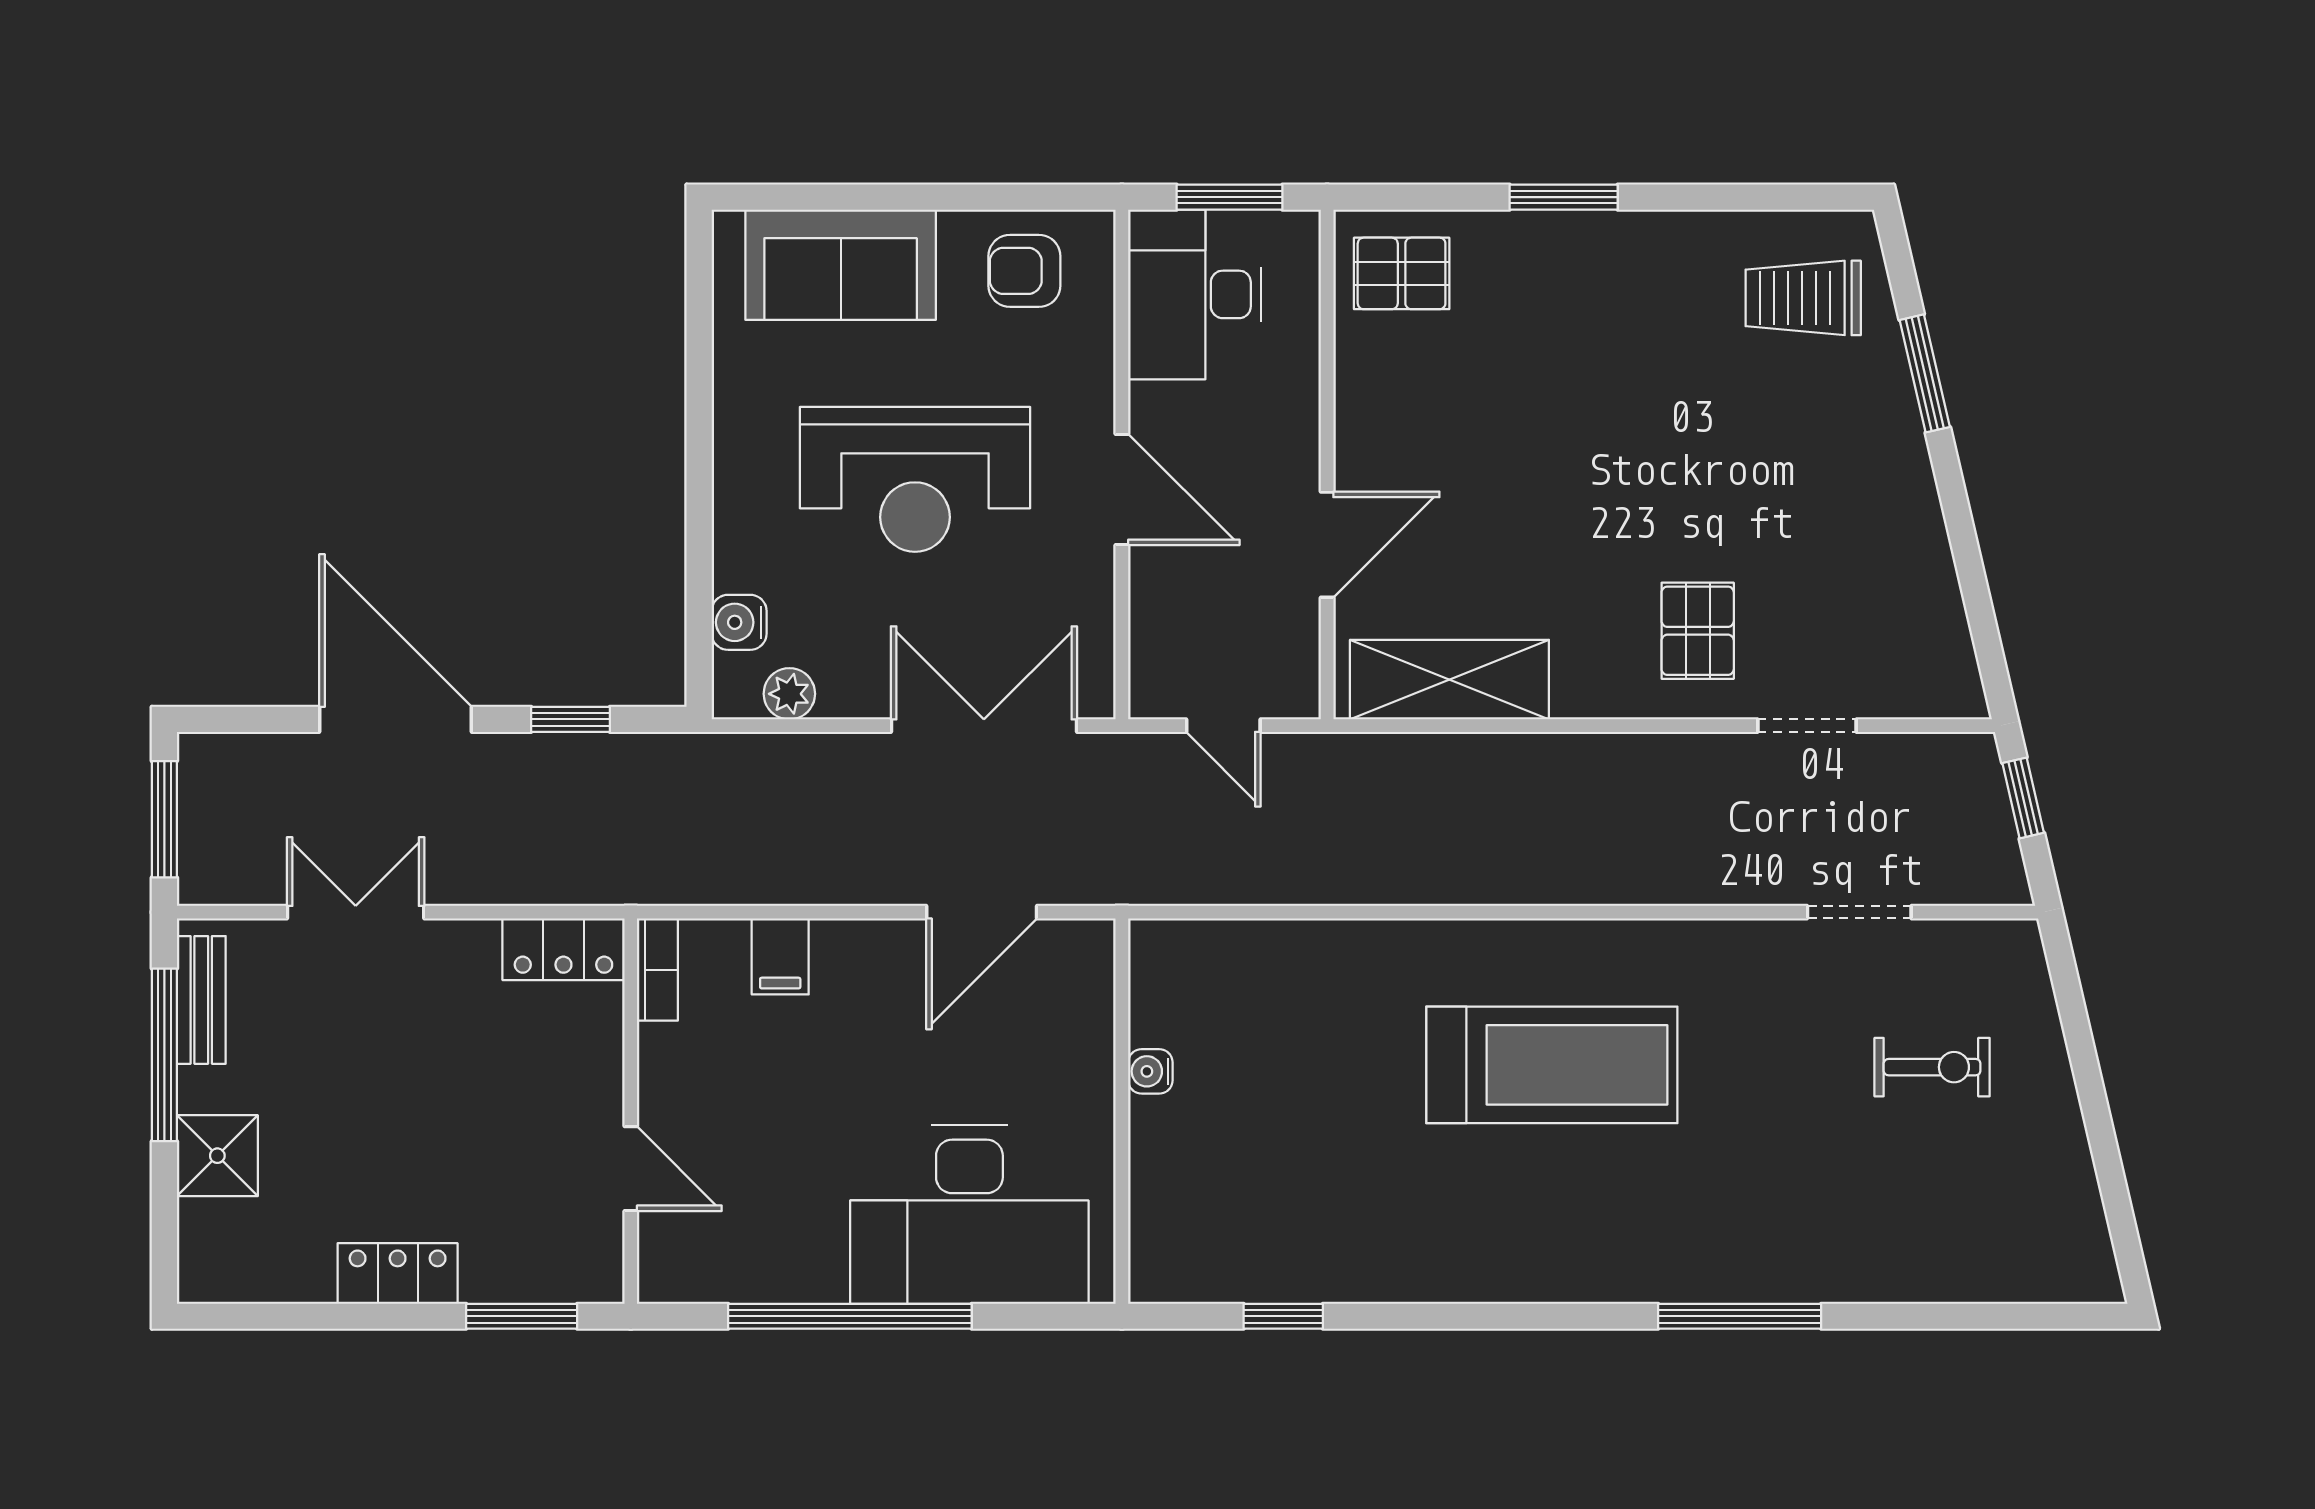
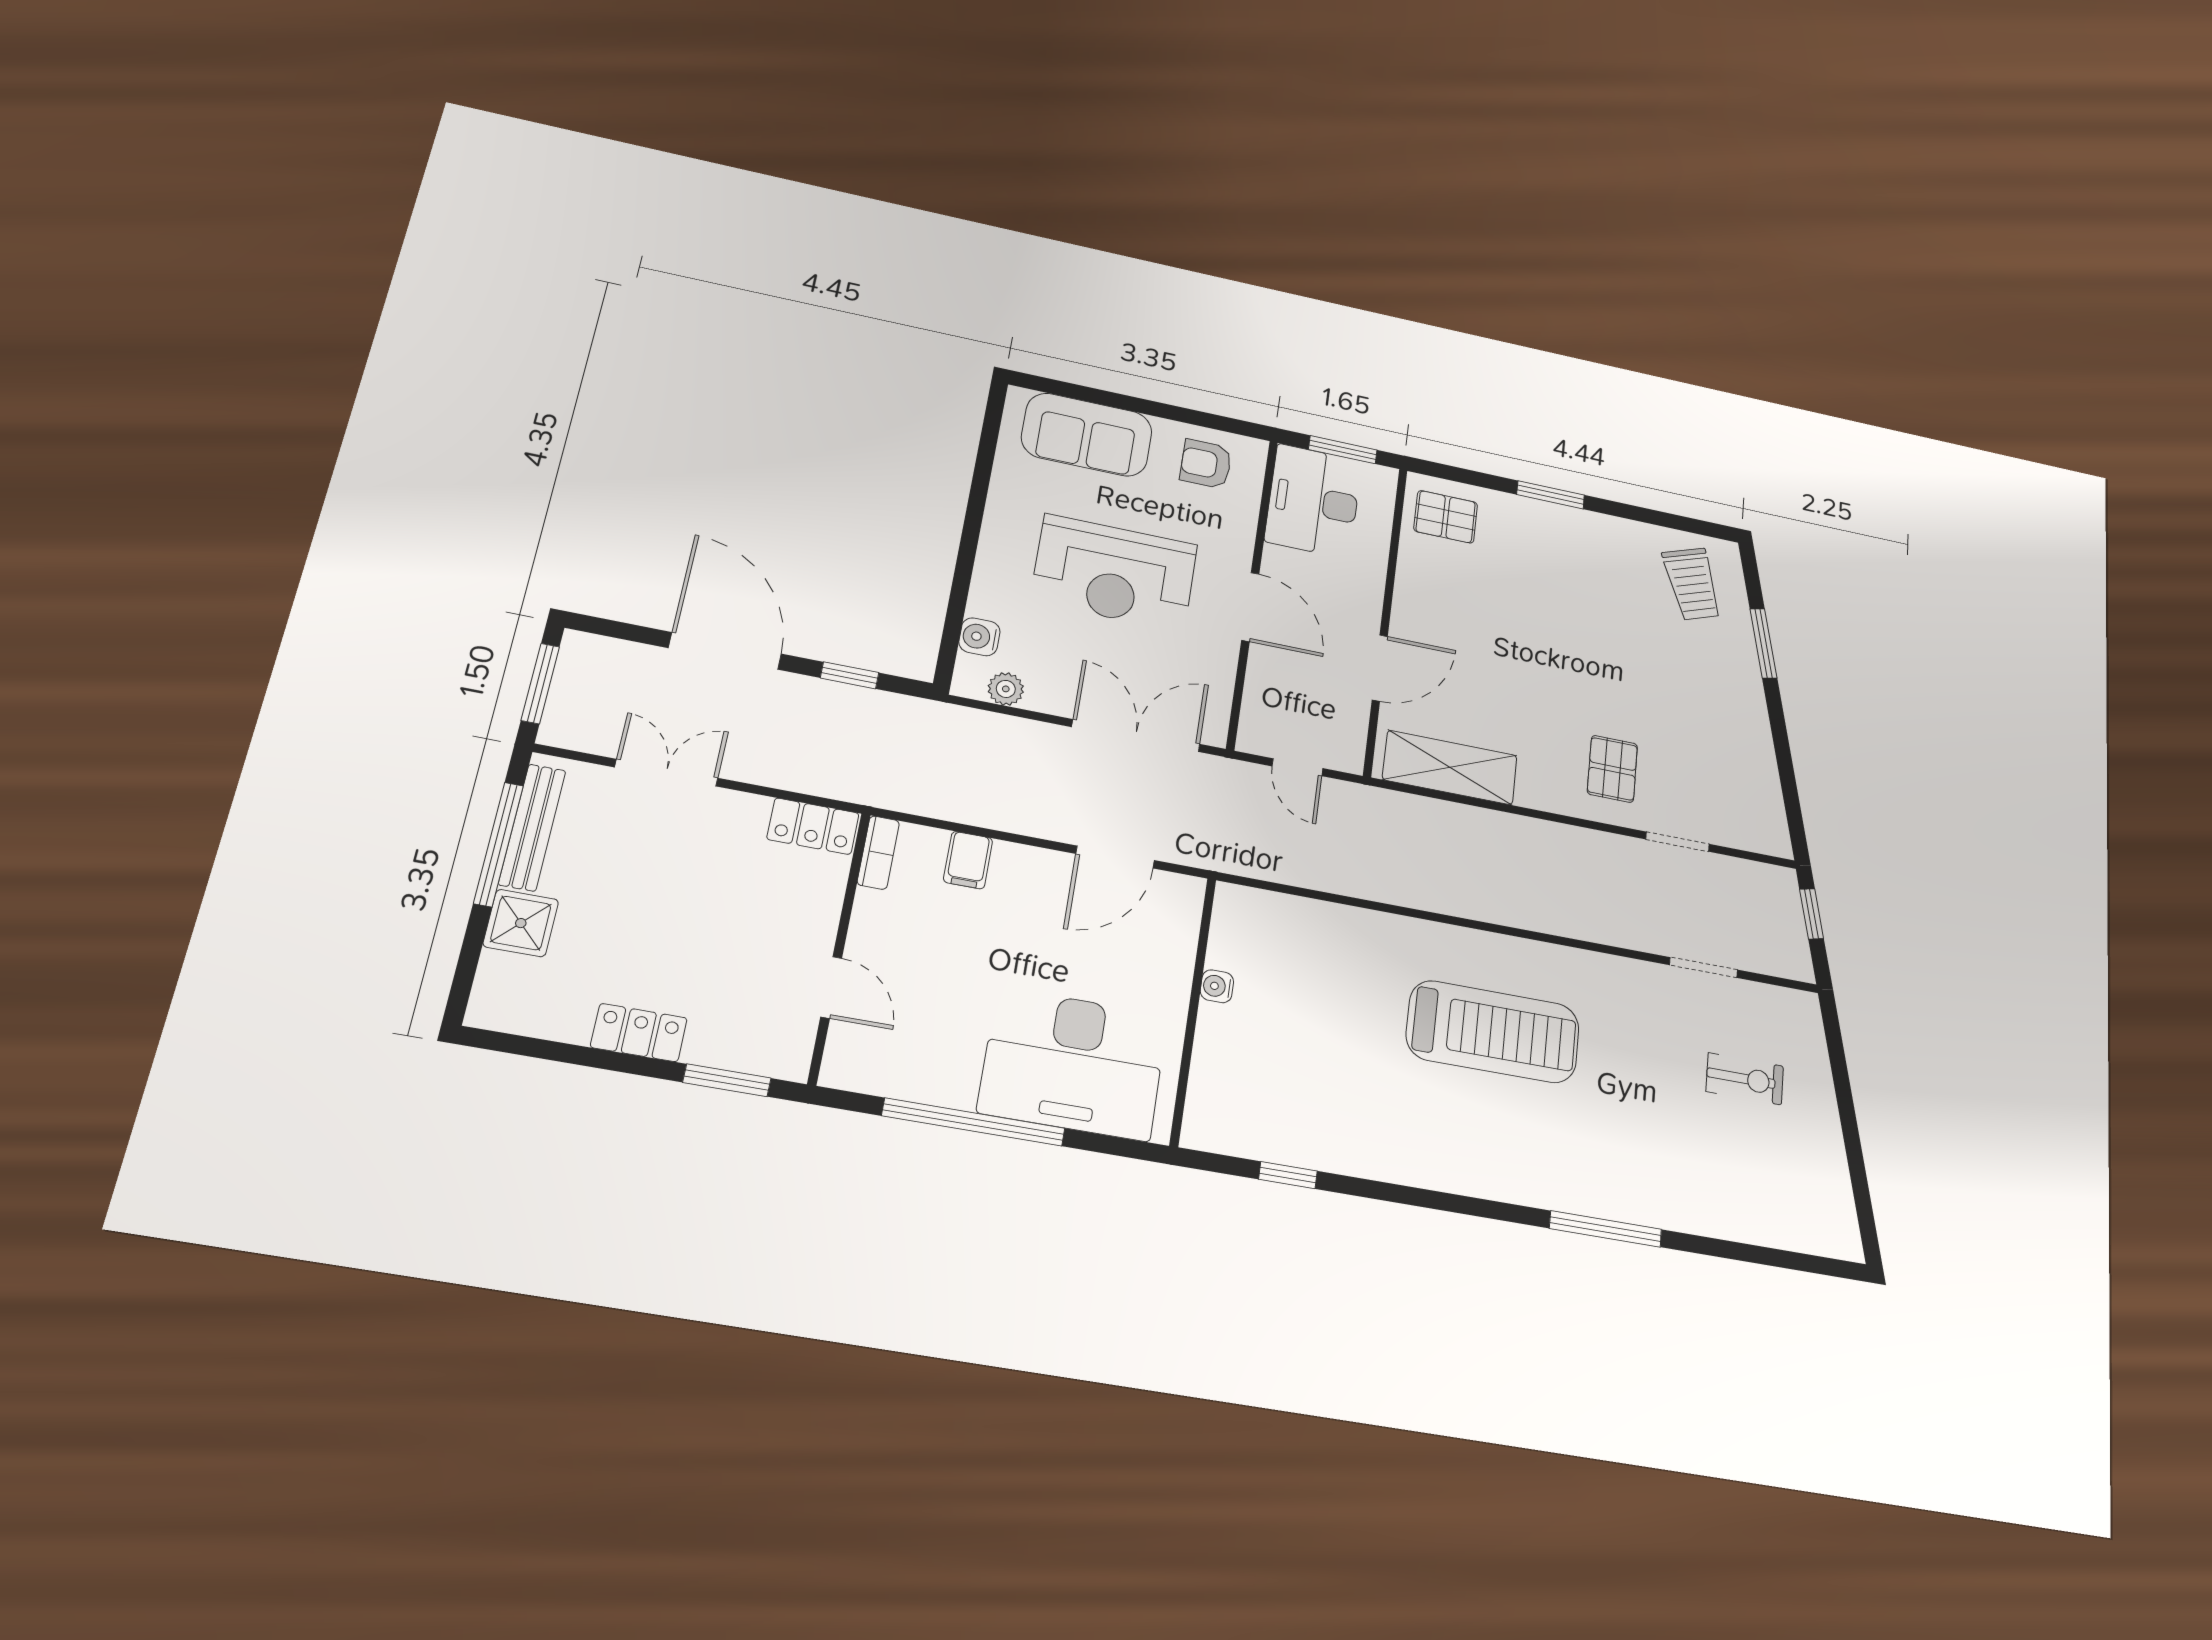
trolley: (1803, 298) -> (1692, 584), turned -109
bench: (201, 1000) -> (532, 827), width x1.36

